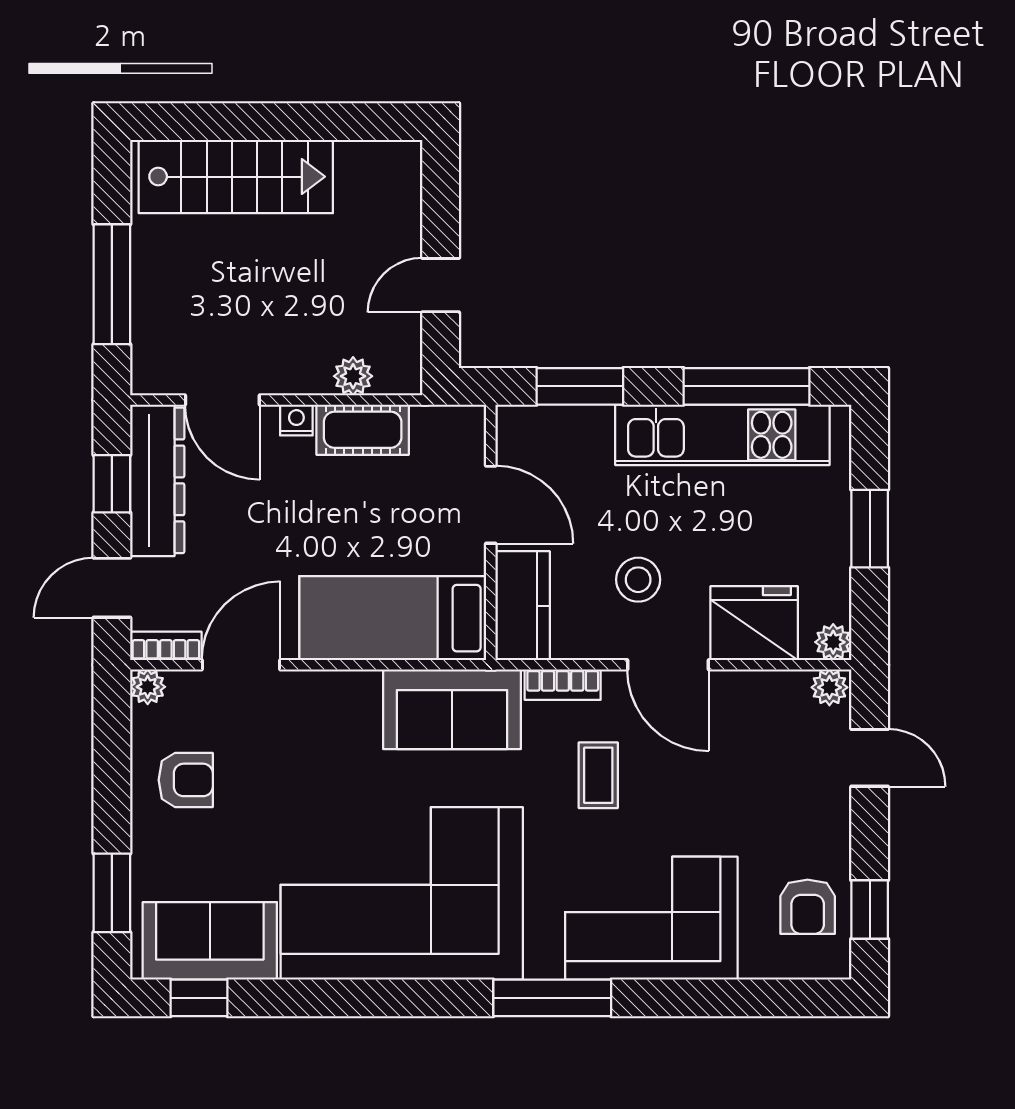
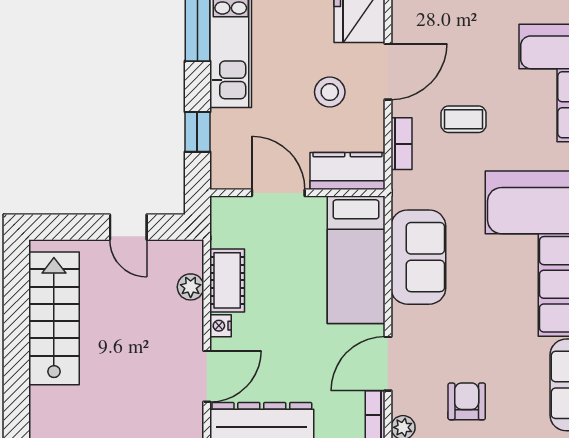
stairs: (236, 177) -> (54, 318), moved
window: (580, 386) -> (197, 132), width x0.67
door: (491, 505) -> (278, 193), hinge flipped
door: (241, 665) -> (388, 364), hinge flipped
sofa: (452, 709) -> (418, 257), moved

